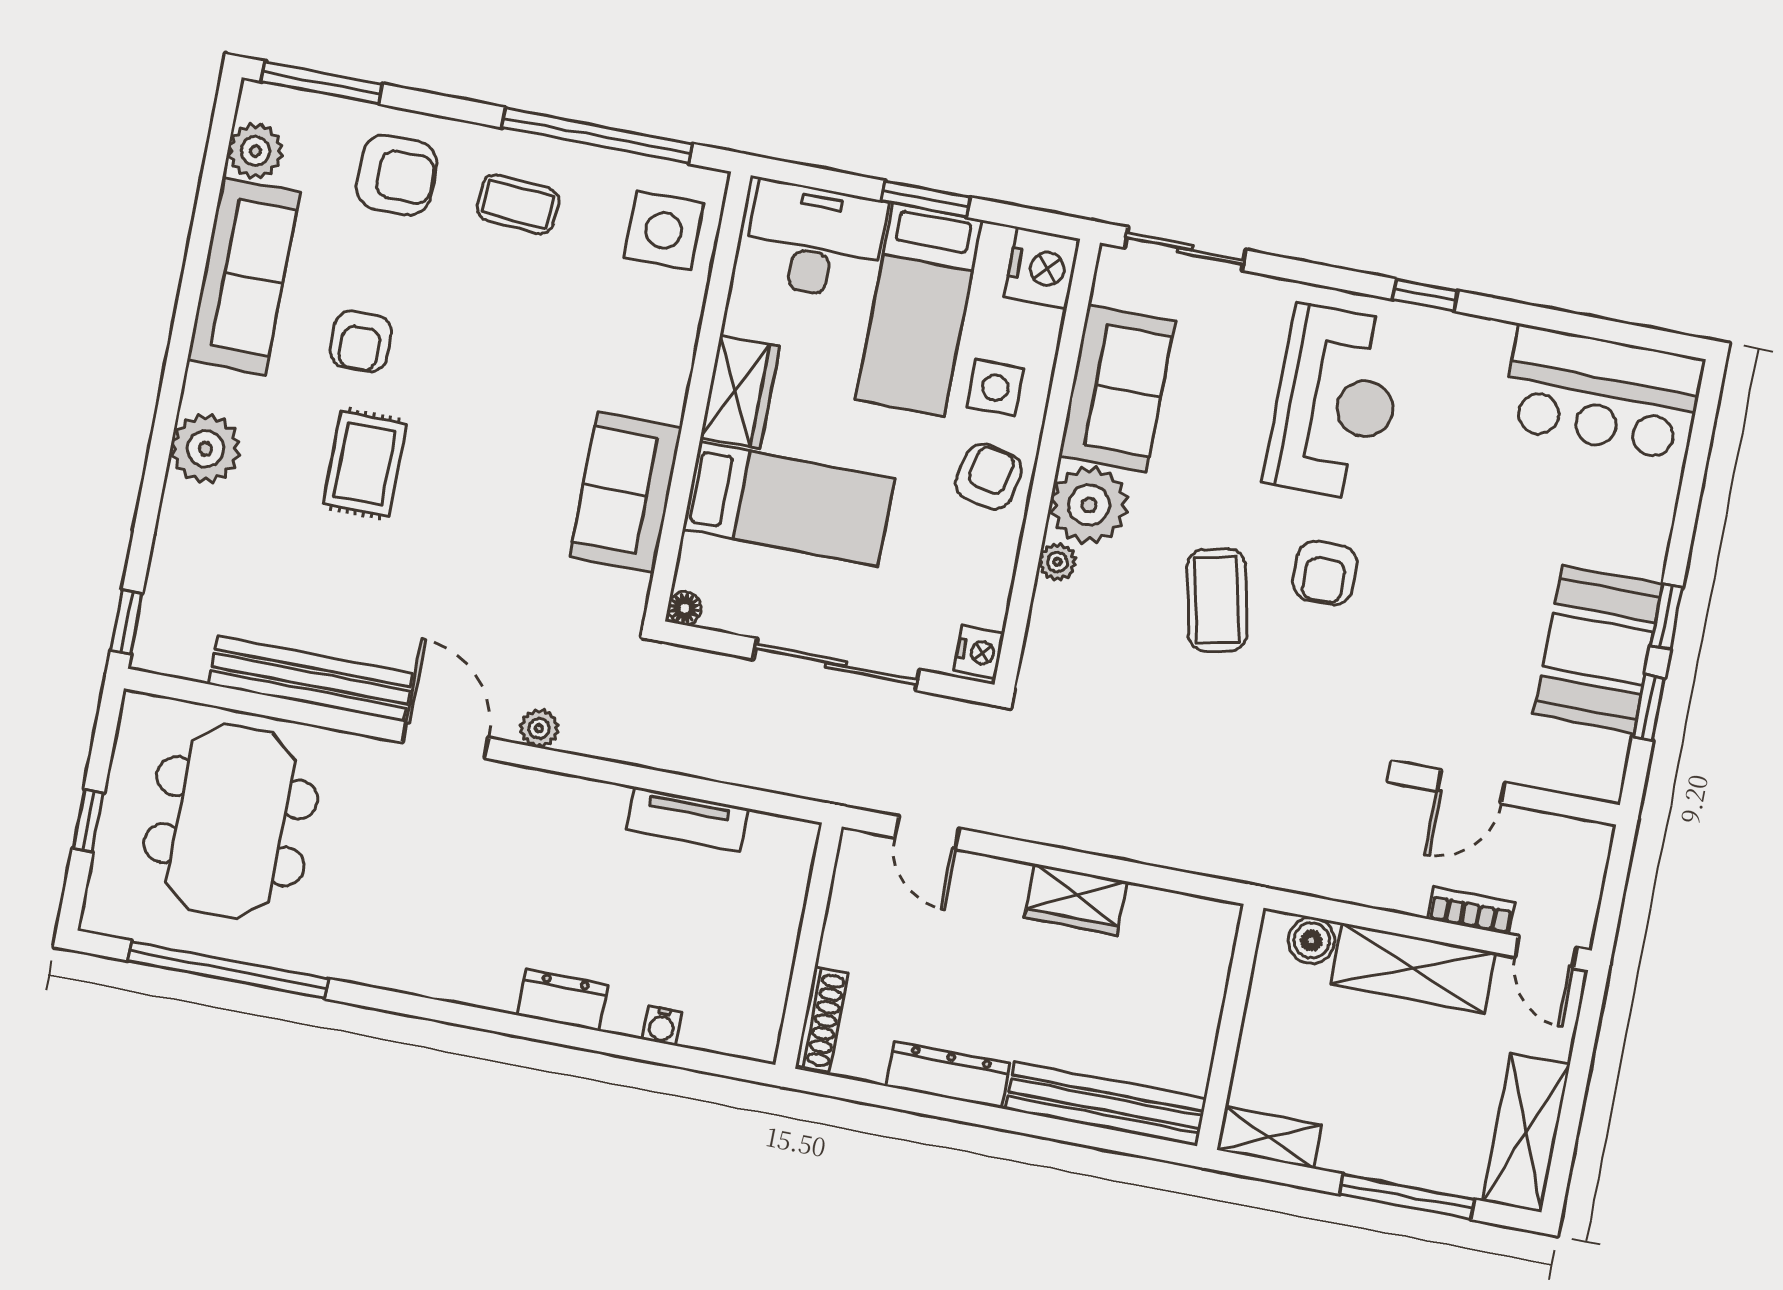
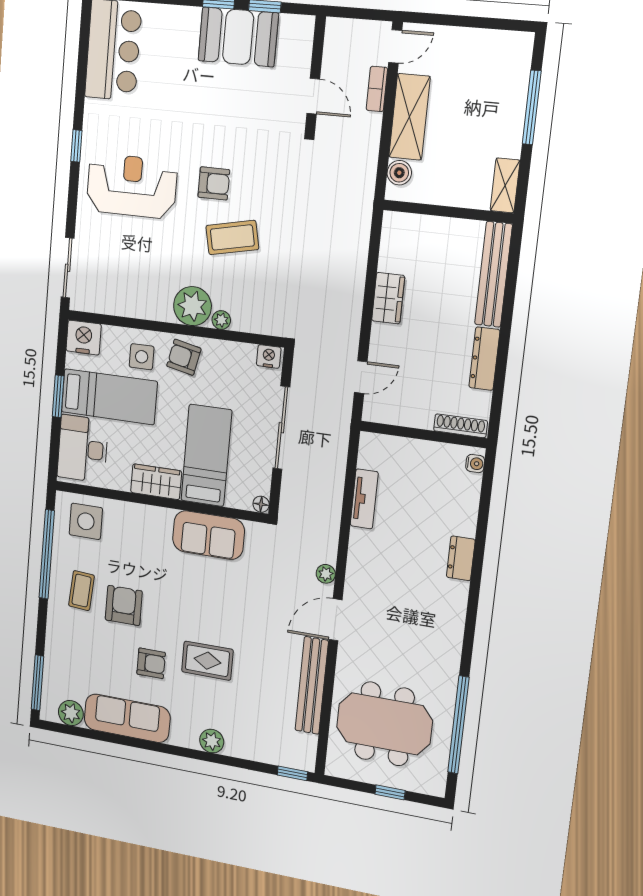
armchair: (397, 175) -> (124, 605), moved
sofa: (1117, 388) -> (136, 296), removed
plant: (205, 449) -> (212, 741), width x0.73, depth x0.73
water cooler: (662, 1026) -> (475, 464), moved
shelving: (1526, 1133) -> (492, 46), removed

